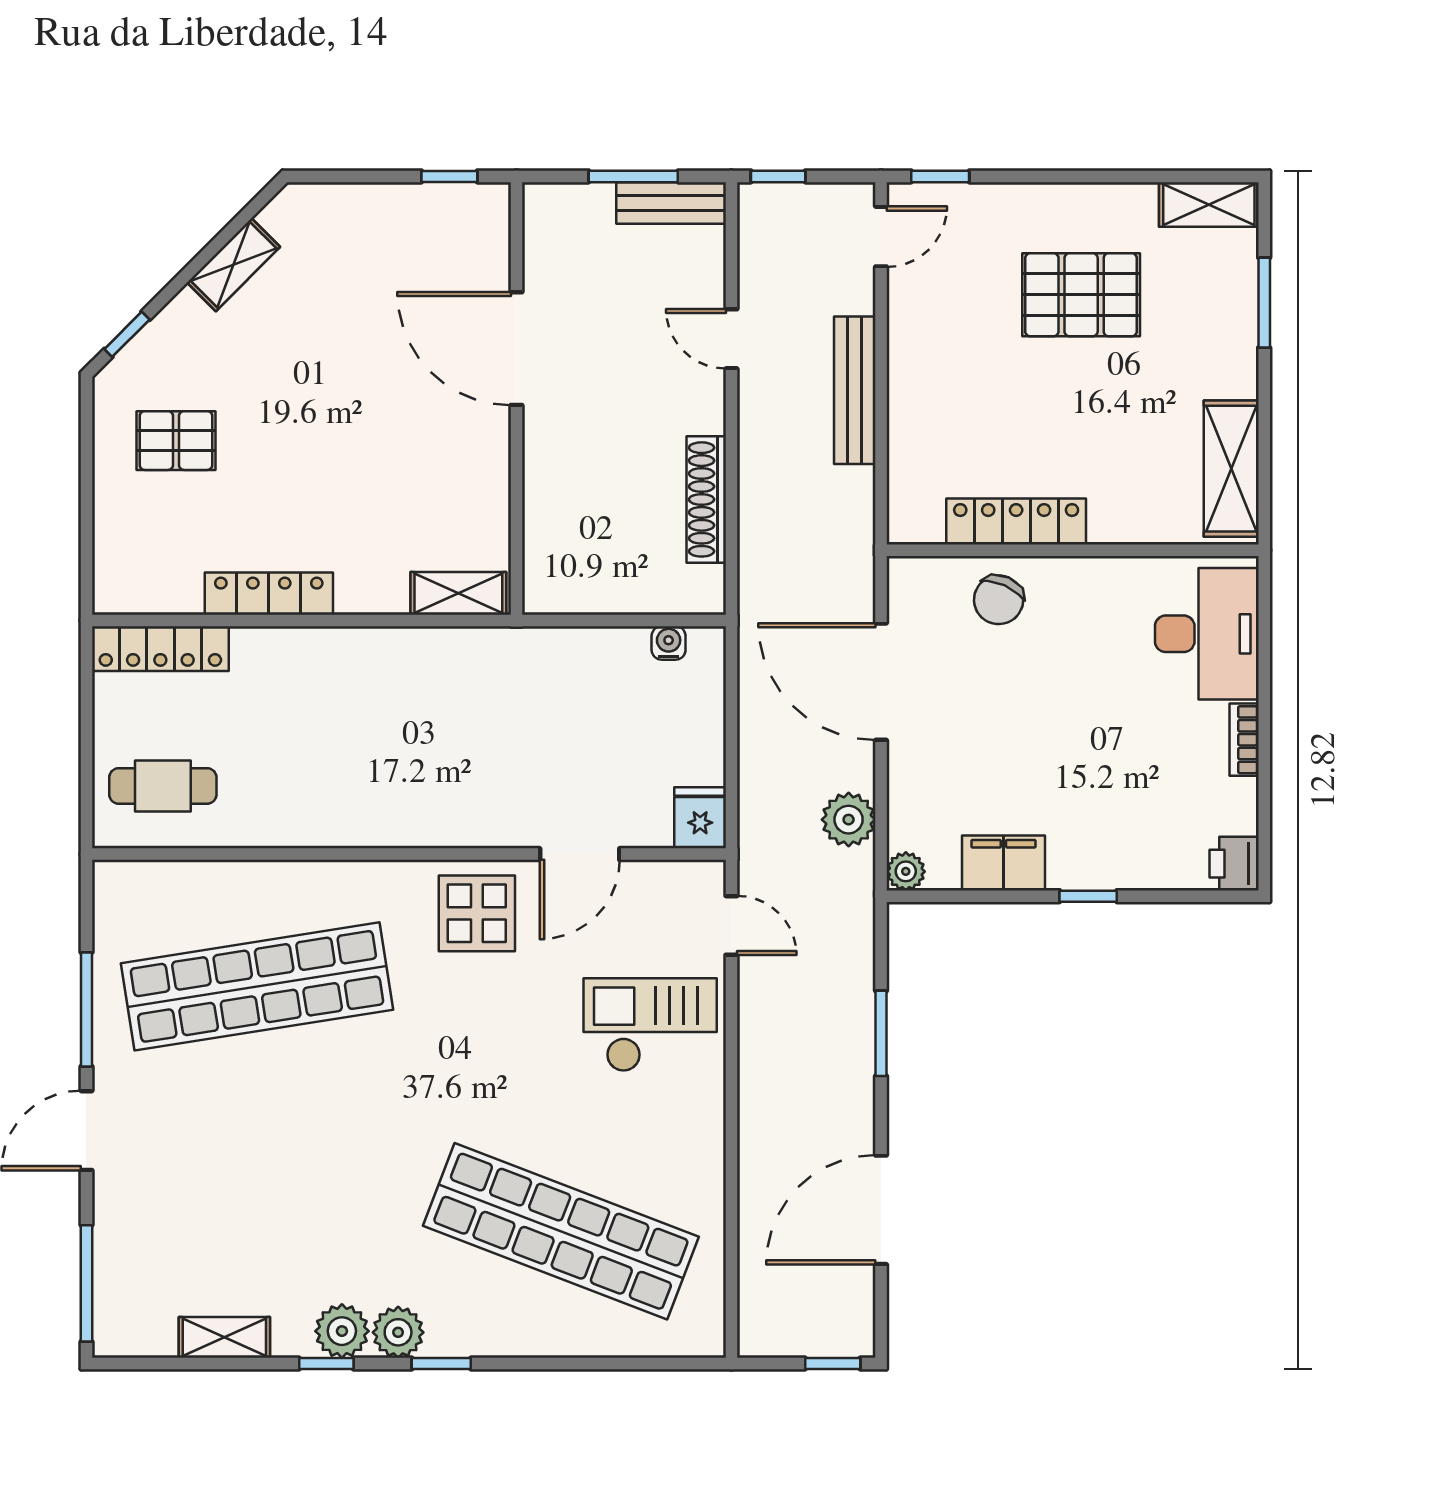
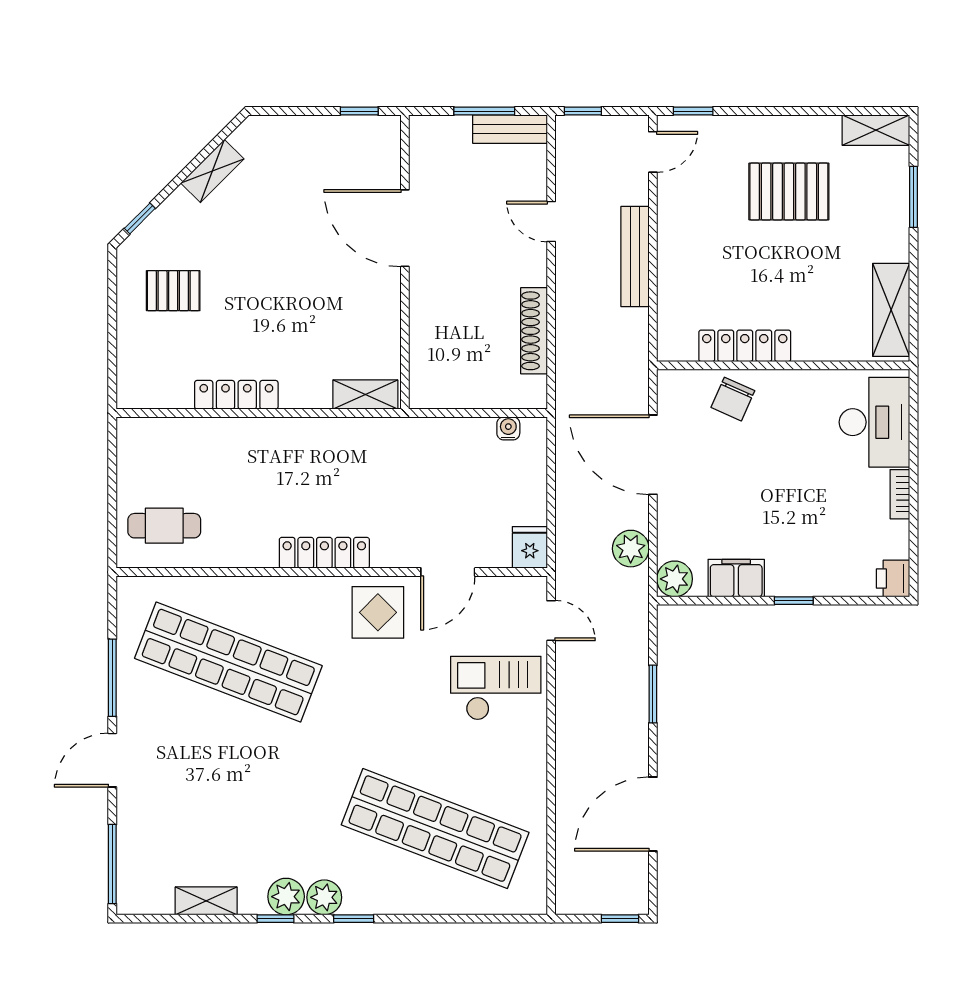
locker: (160, 649) -> (324, 553), moved, turned 180
plant: (906, 871) -> (675, 579), width x1.38, depth x1.38
shop shelf: (257, 986) -> (228, 662), turned 30

